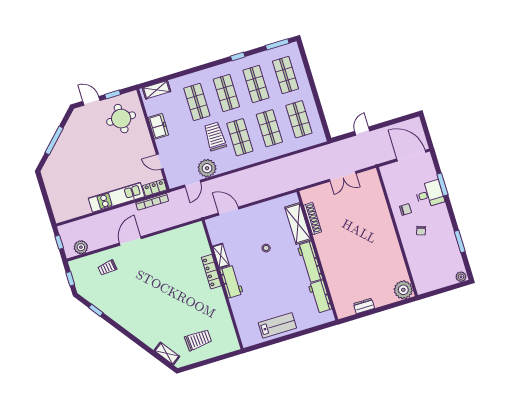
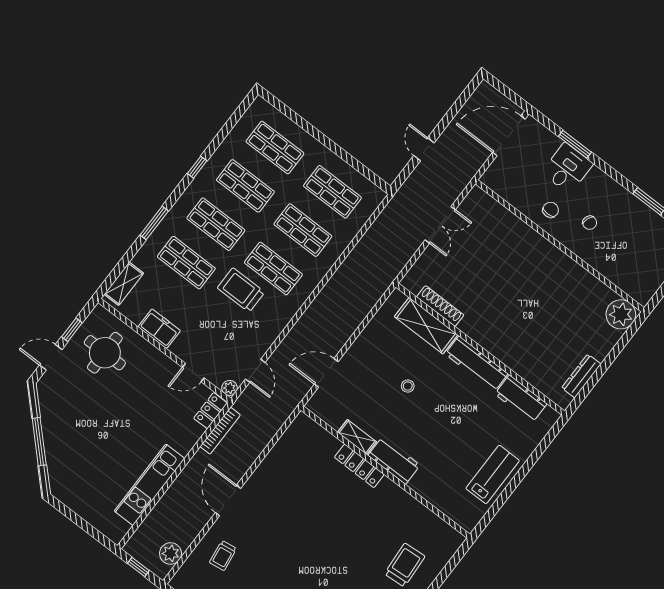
window: (277, 44) -> (154, 223), moved
plant: (207, 168) -> (230, 388), moved, width x0.53, depth x0.53
kitchen unit: (116, 197) -> (149, 485), moved
dresser: (364, 306) -> (581, 376), width x1.44

